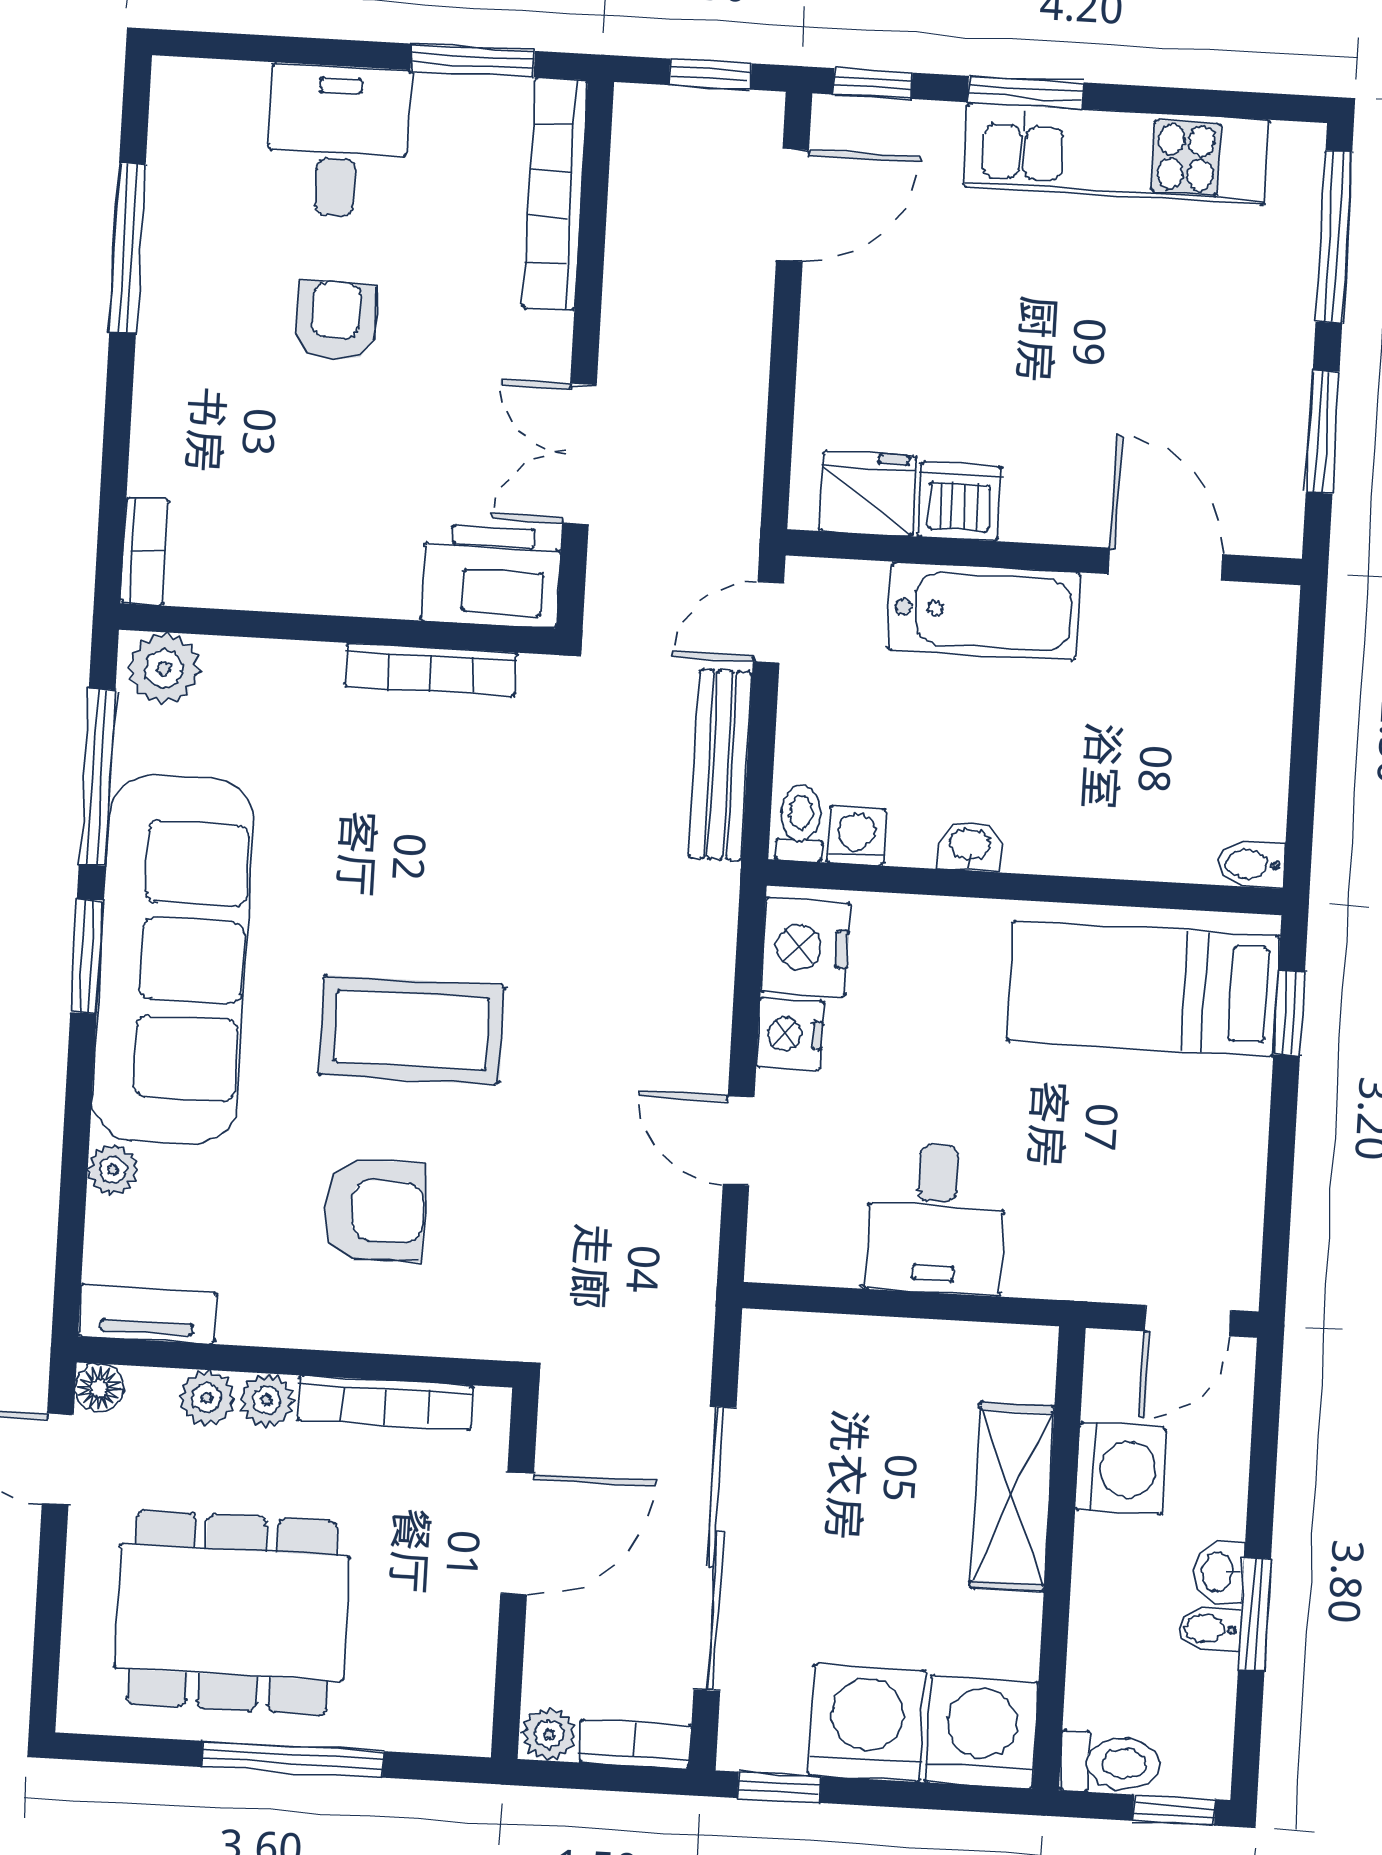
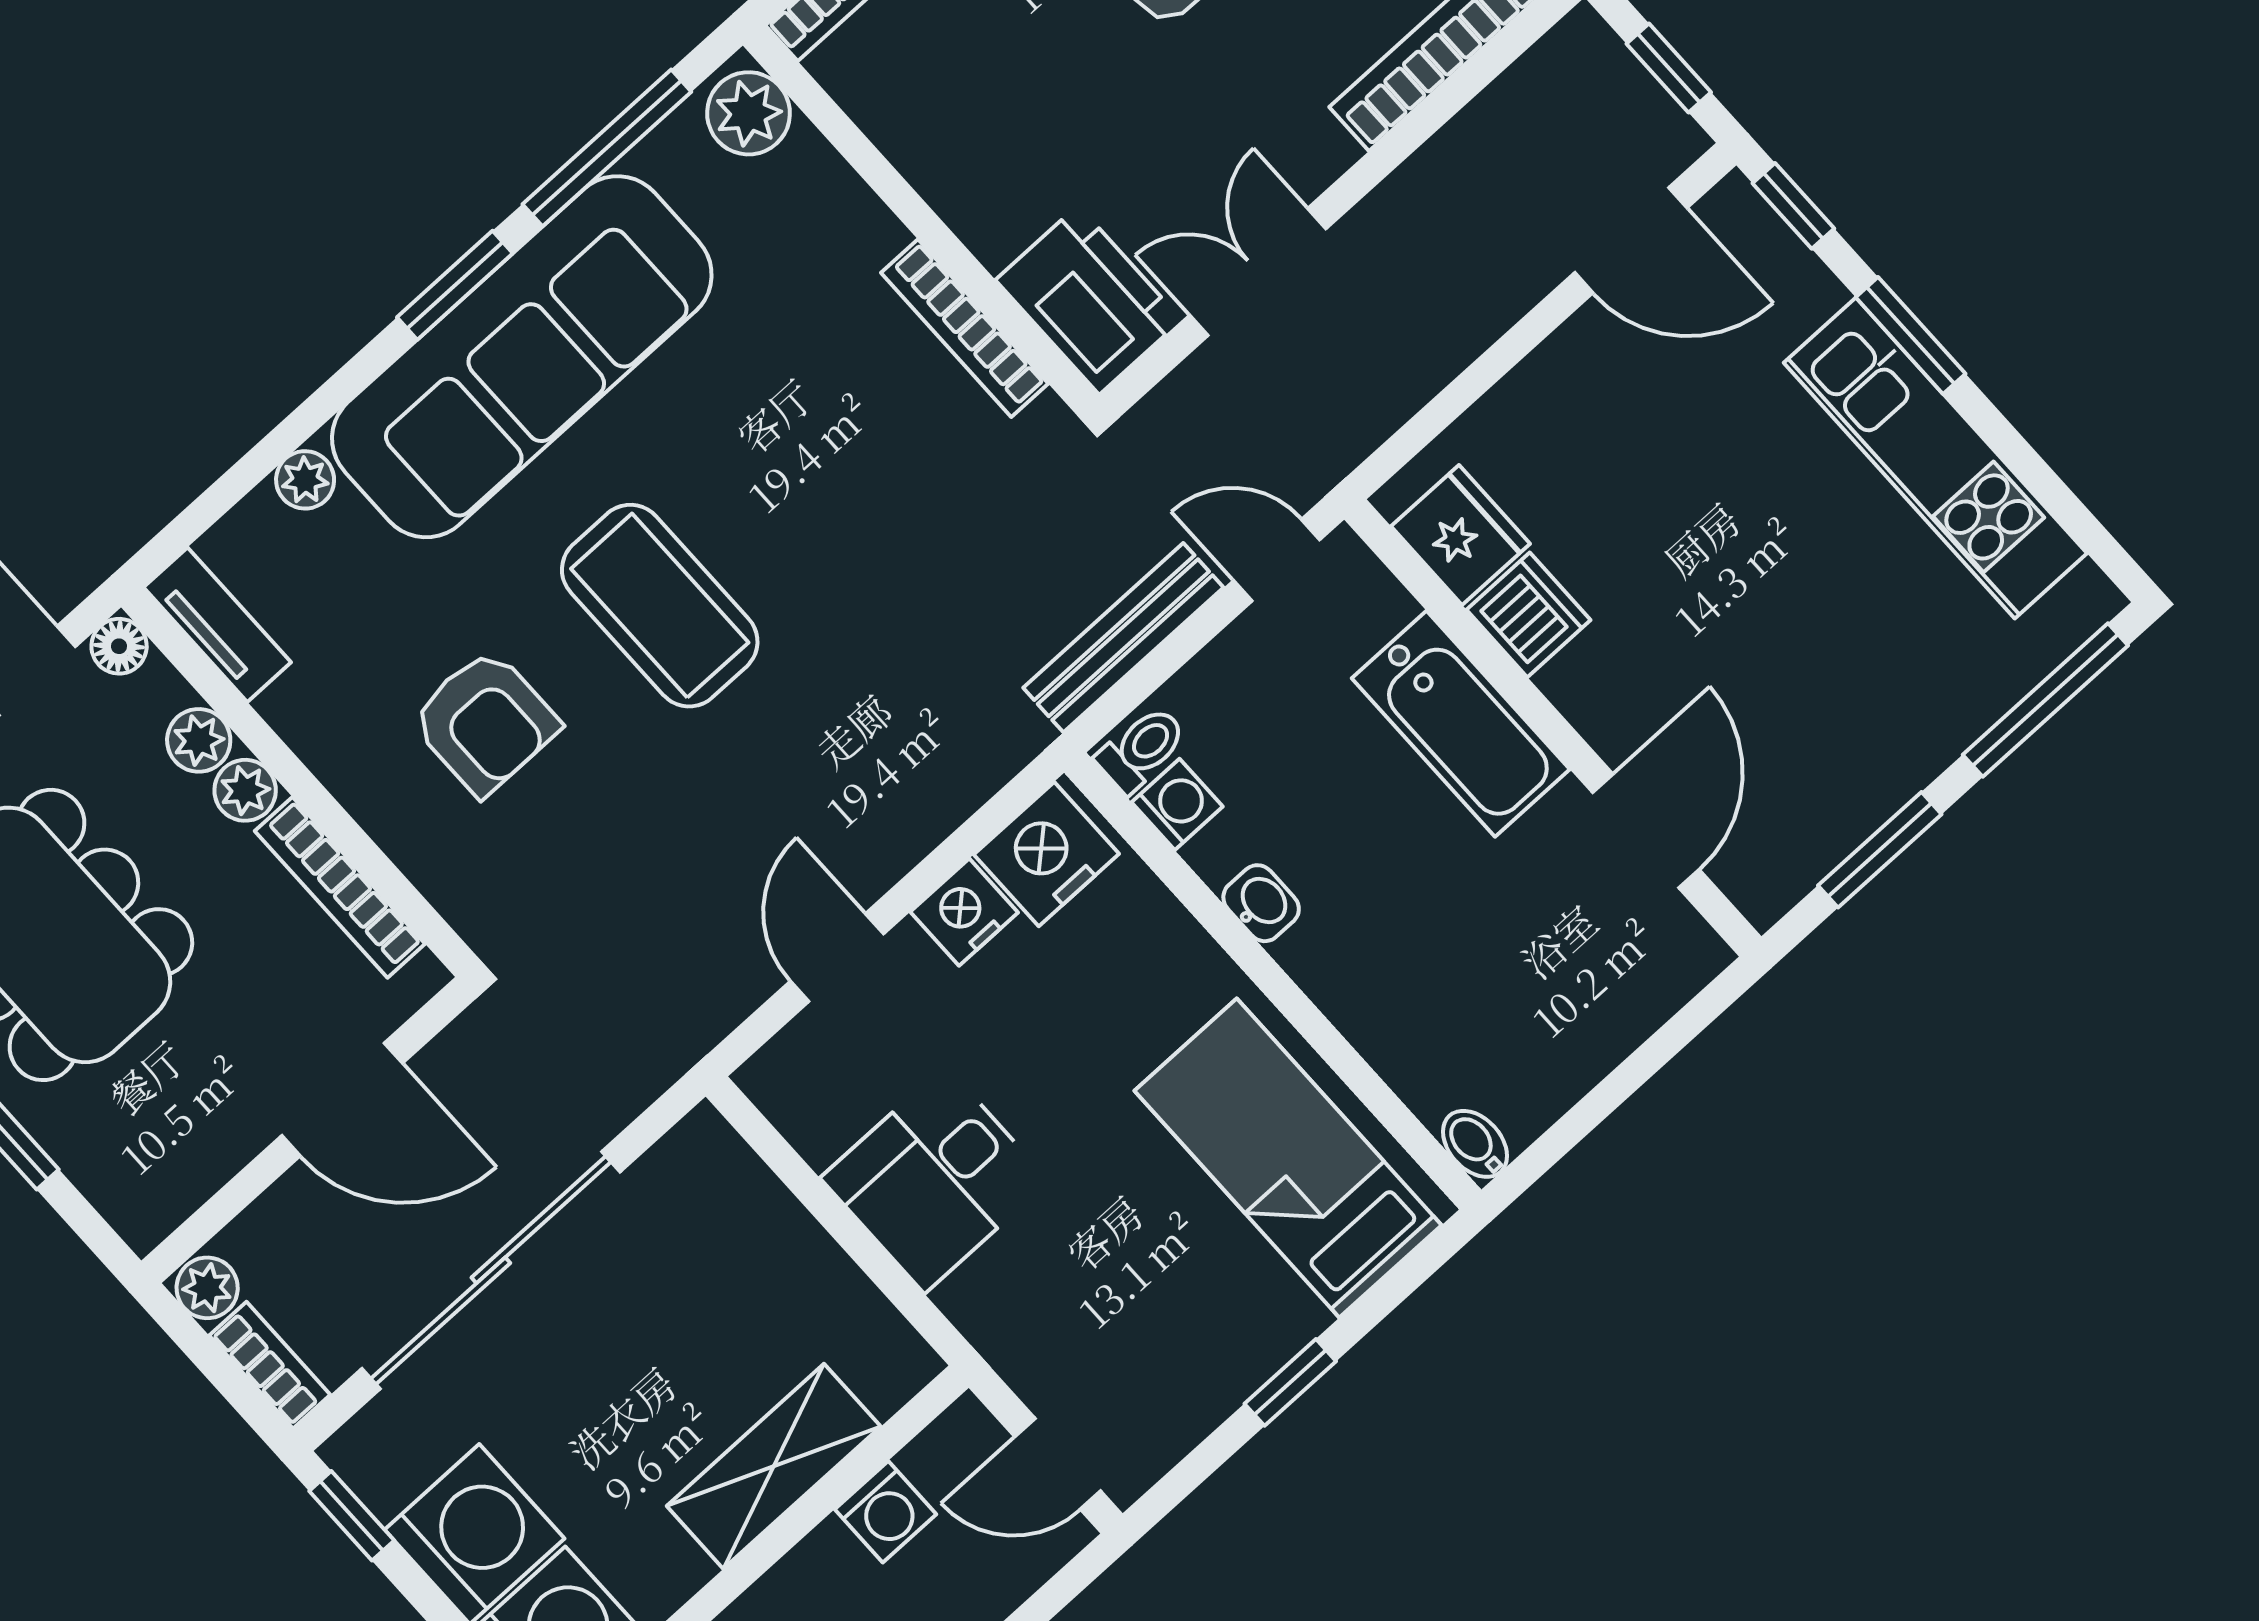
window: (1289, 1013) -> (1290, 1382), moved
washing machine: (1121, 1469) -> (885, 1512), width x0.73, depth x0.73

